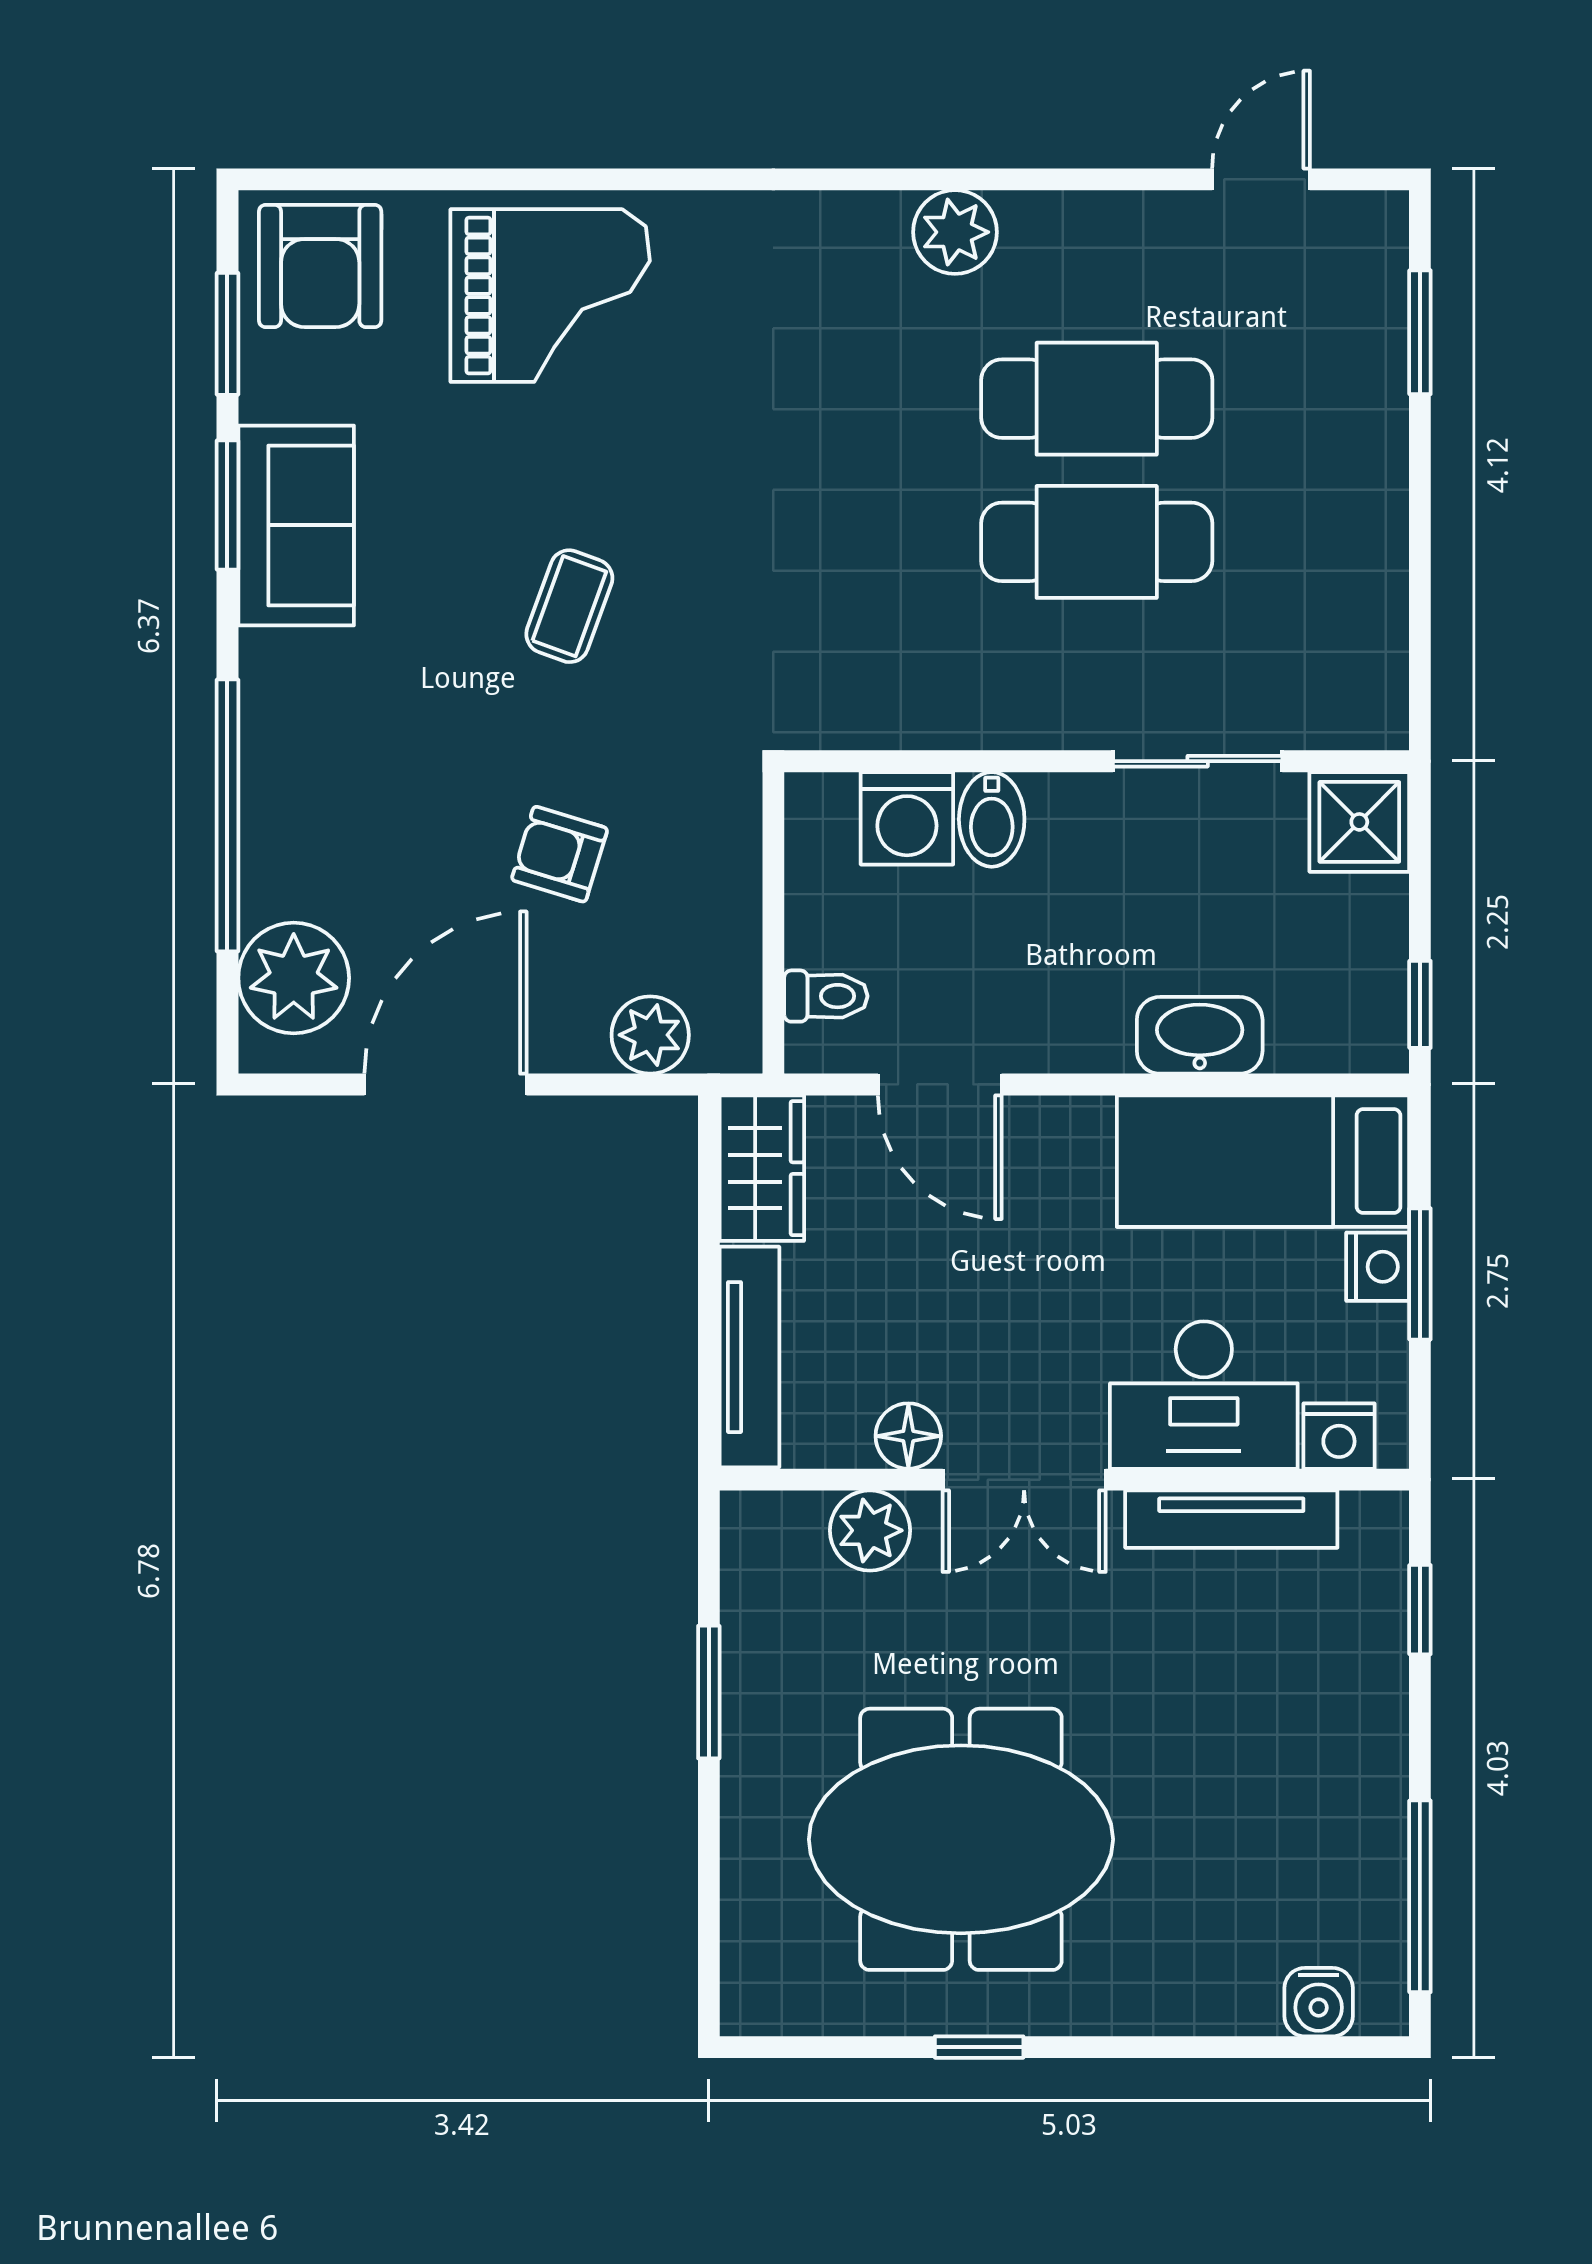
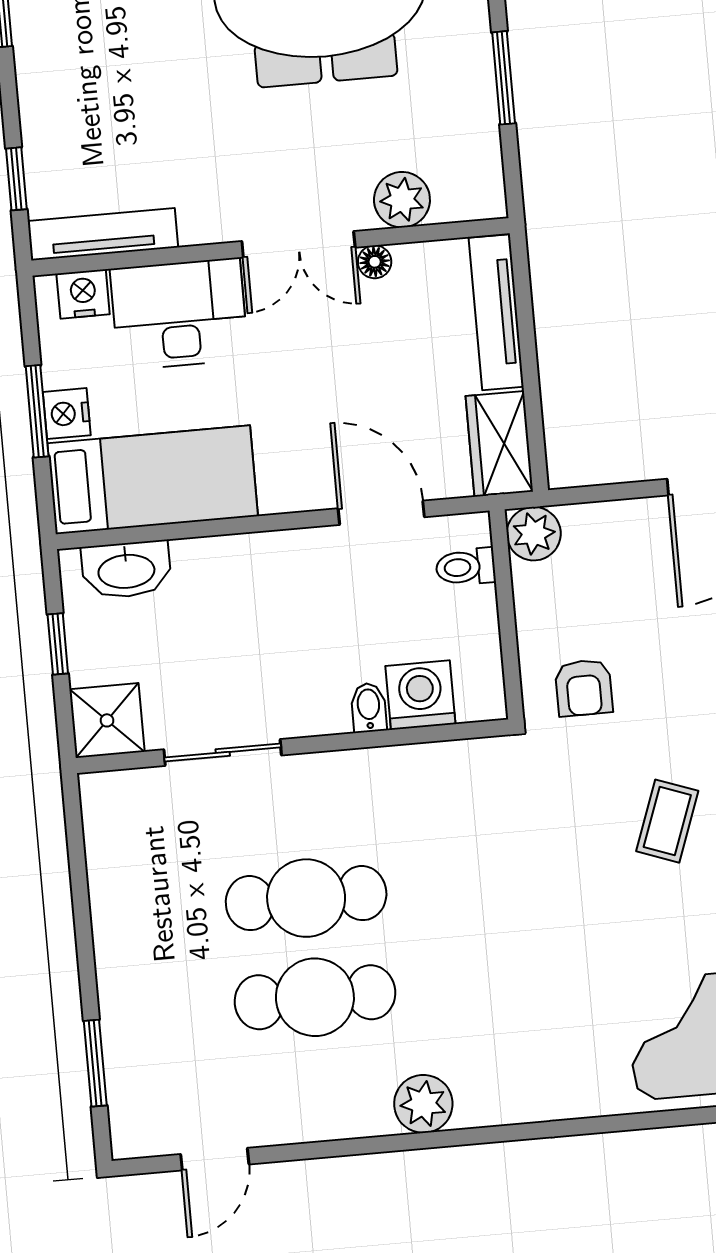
bidet: (992, 819) -> (369, 708), width x0.72, depth x0.74
armchair: (560, 854) -> (584, 688), moved, turned 73
window: (1420, 1004) -> (58, 644), moved
plant: (650, 1035) -> (534, 534), moved
washbasin: (1200, 1035) -> (126, 570), moved
floor lamp: (908, 1436) -> (375, 262), width x0.73, depth x0.73
double door: (1024, 1480) -> (298, 244), swing flipped
tv unit: (1231, 1519) -> (103, 234), moved

